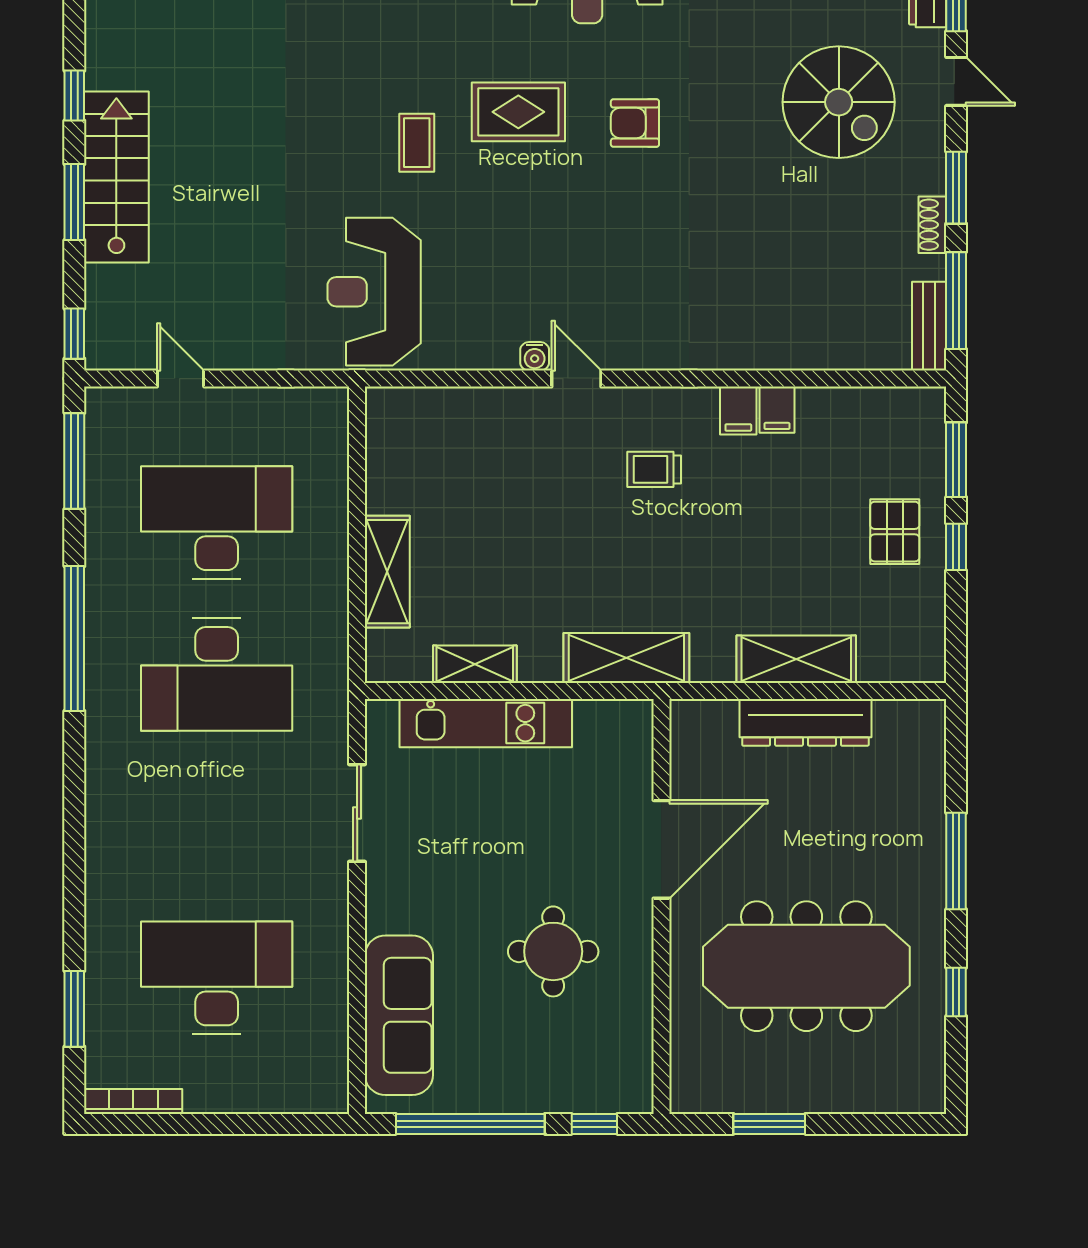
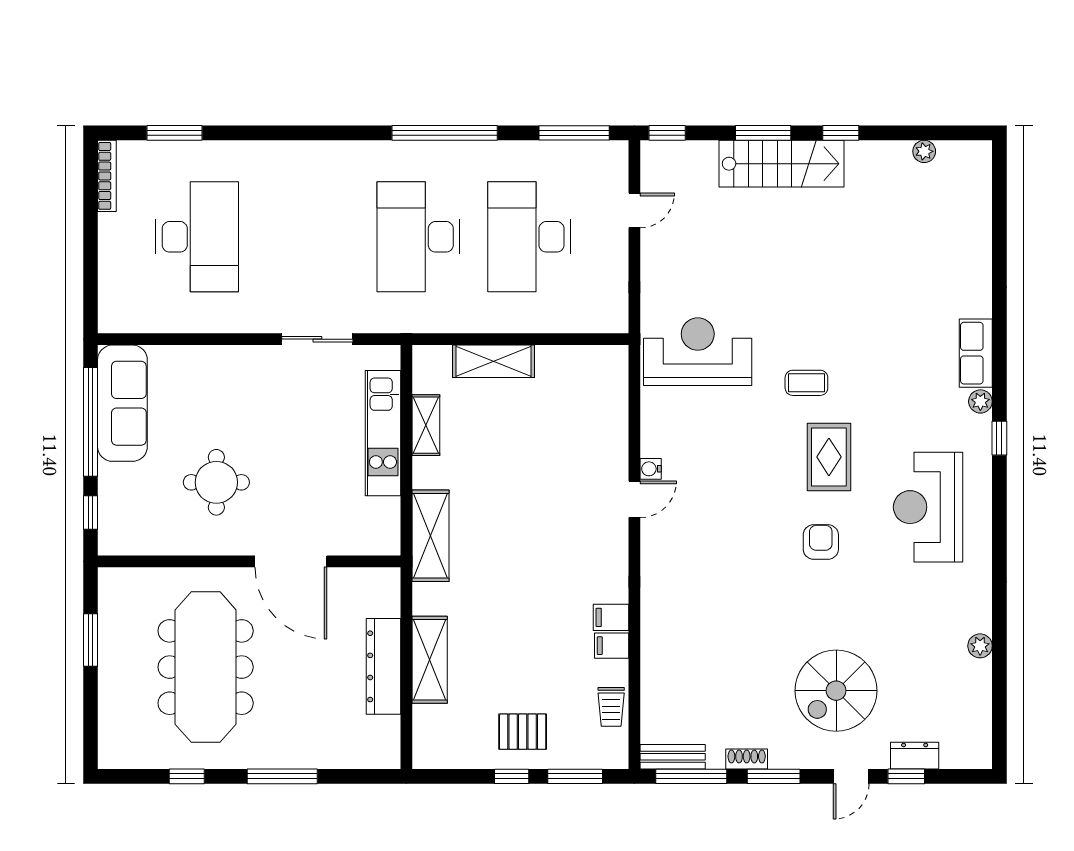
trolley: (654, 469) -> (611, 707), moved, turned 180
desk: (217, 523) -> (529, 237), turned 180
sofa: (399, 1015) -> (122, 403), moved, turned -90

